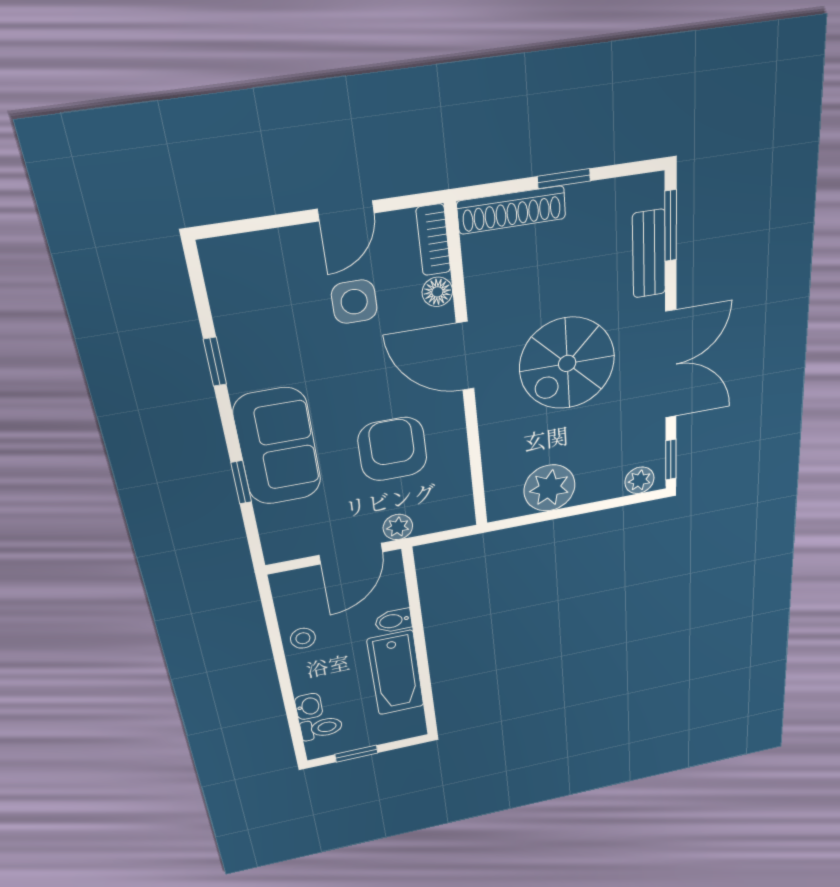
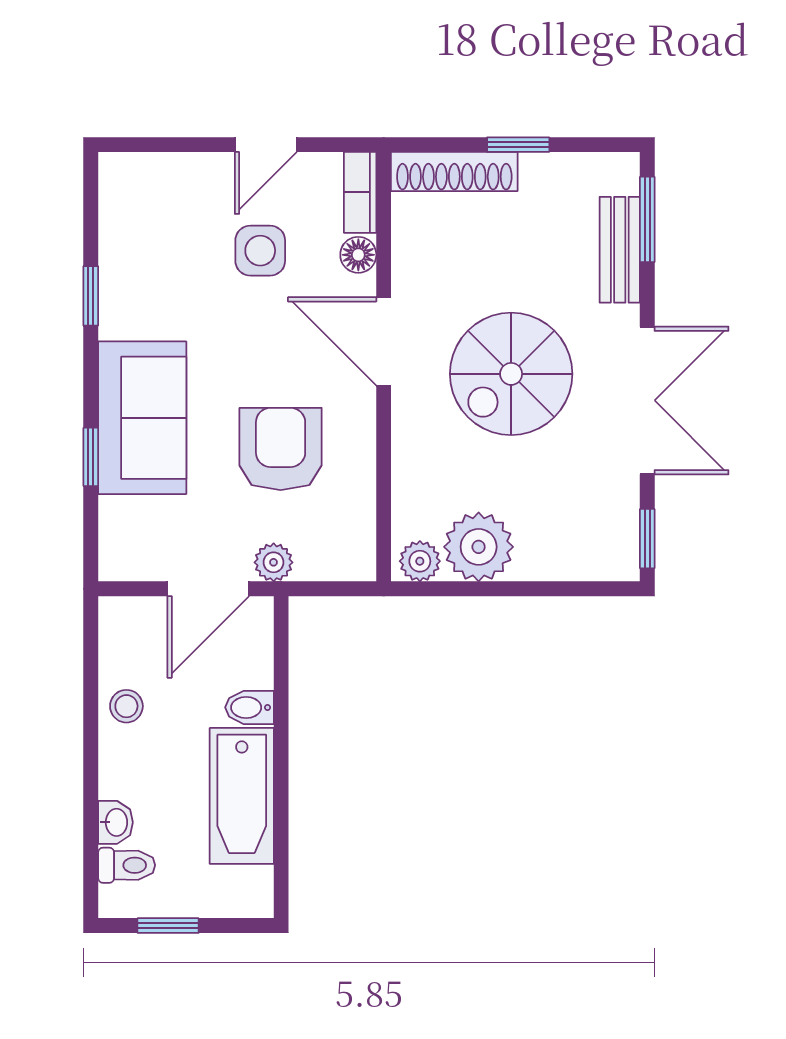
plant: (639, 480) -> (420, 561), moved

